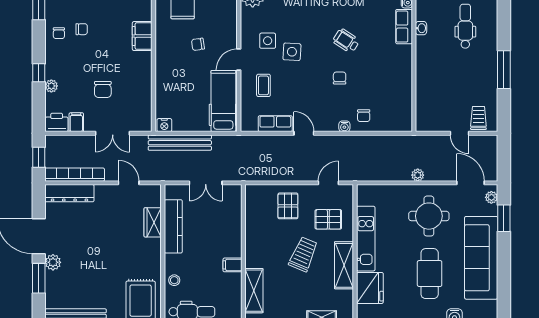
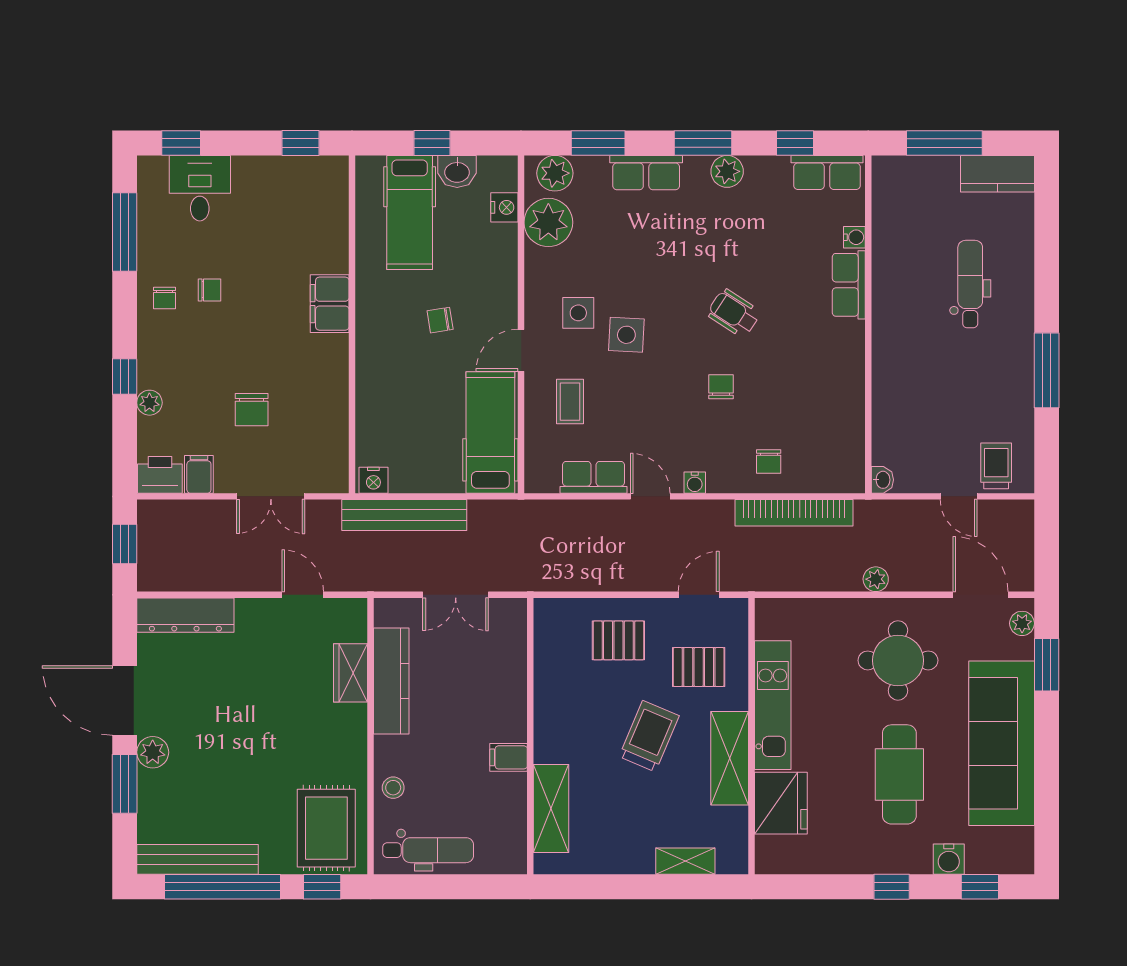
washbasin: (421, 28) -> (882, 480), moved
water cooler: (344, 126) -> (695, 483), moved
bookcase: (75, 175) -> (794, 513), moved, turned 180
pallet: (288, 206) -> (618, 640), turned 90

